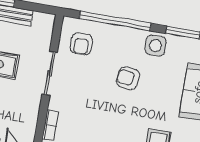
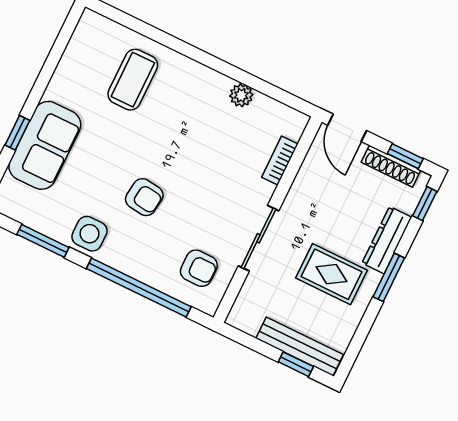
armchair: (81, 44) -> (199, 268), turned 90

